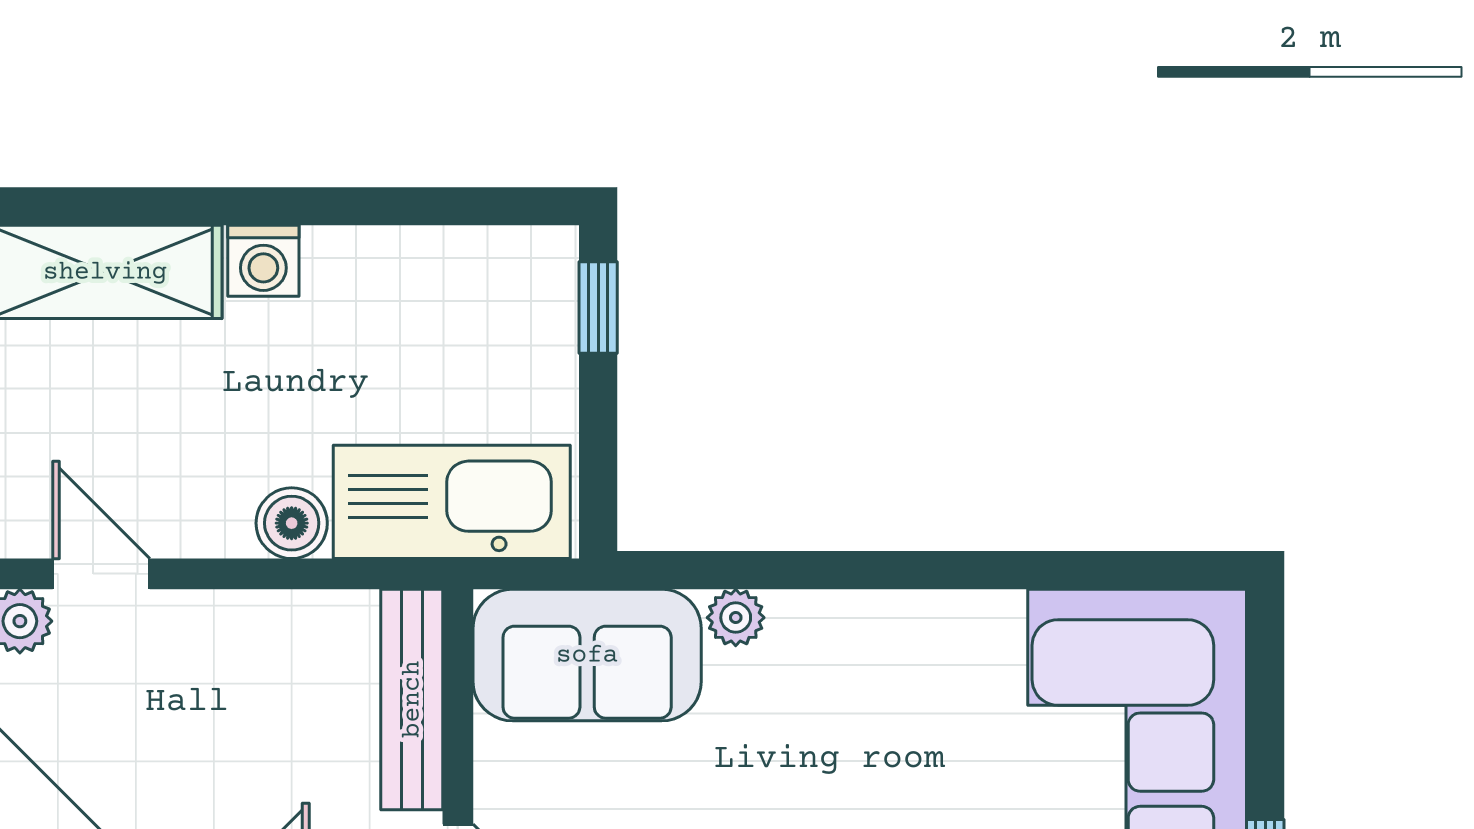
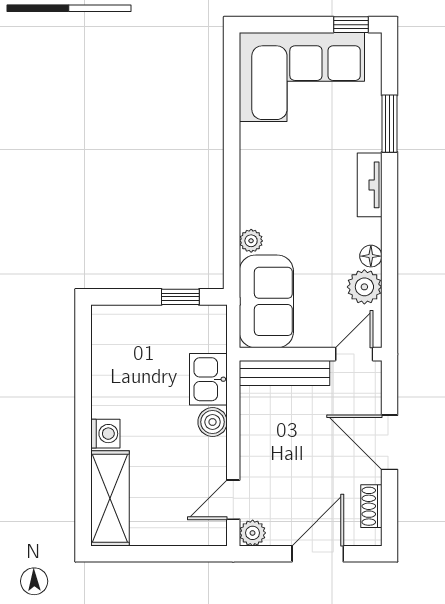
window: (598, 308) -> (180, 297), moved
kitchen sink: (452, 502) -> (208, 379), width x0.53, depth x0.81

